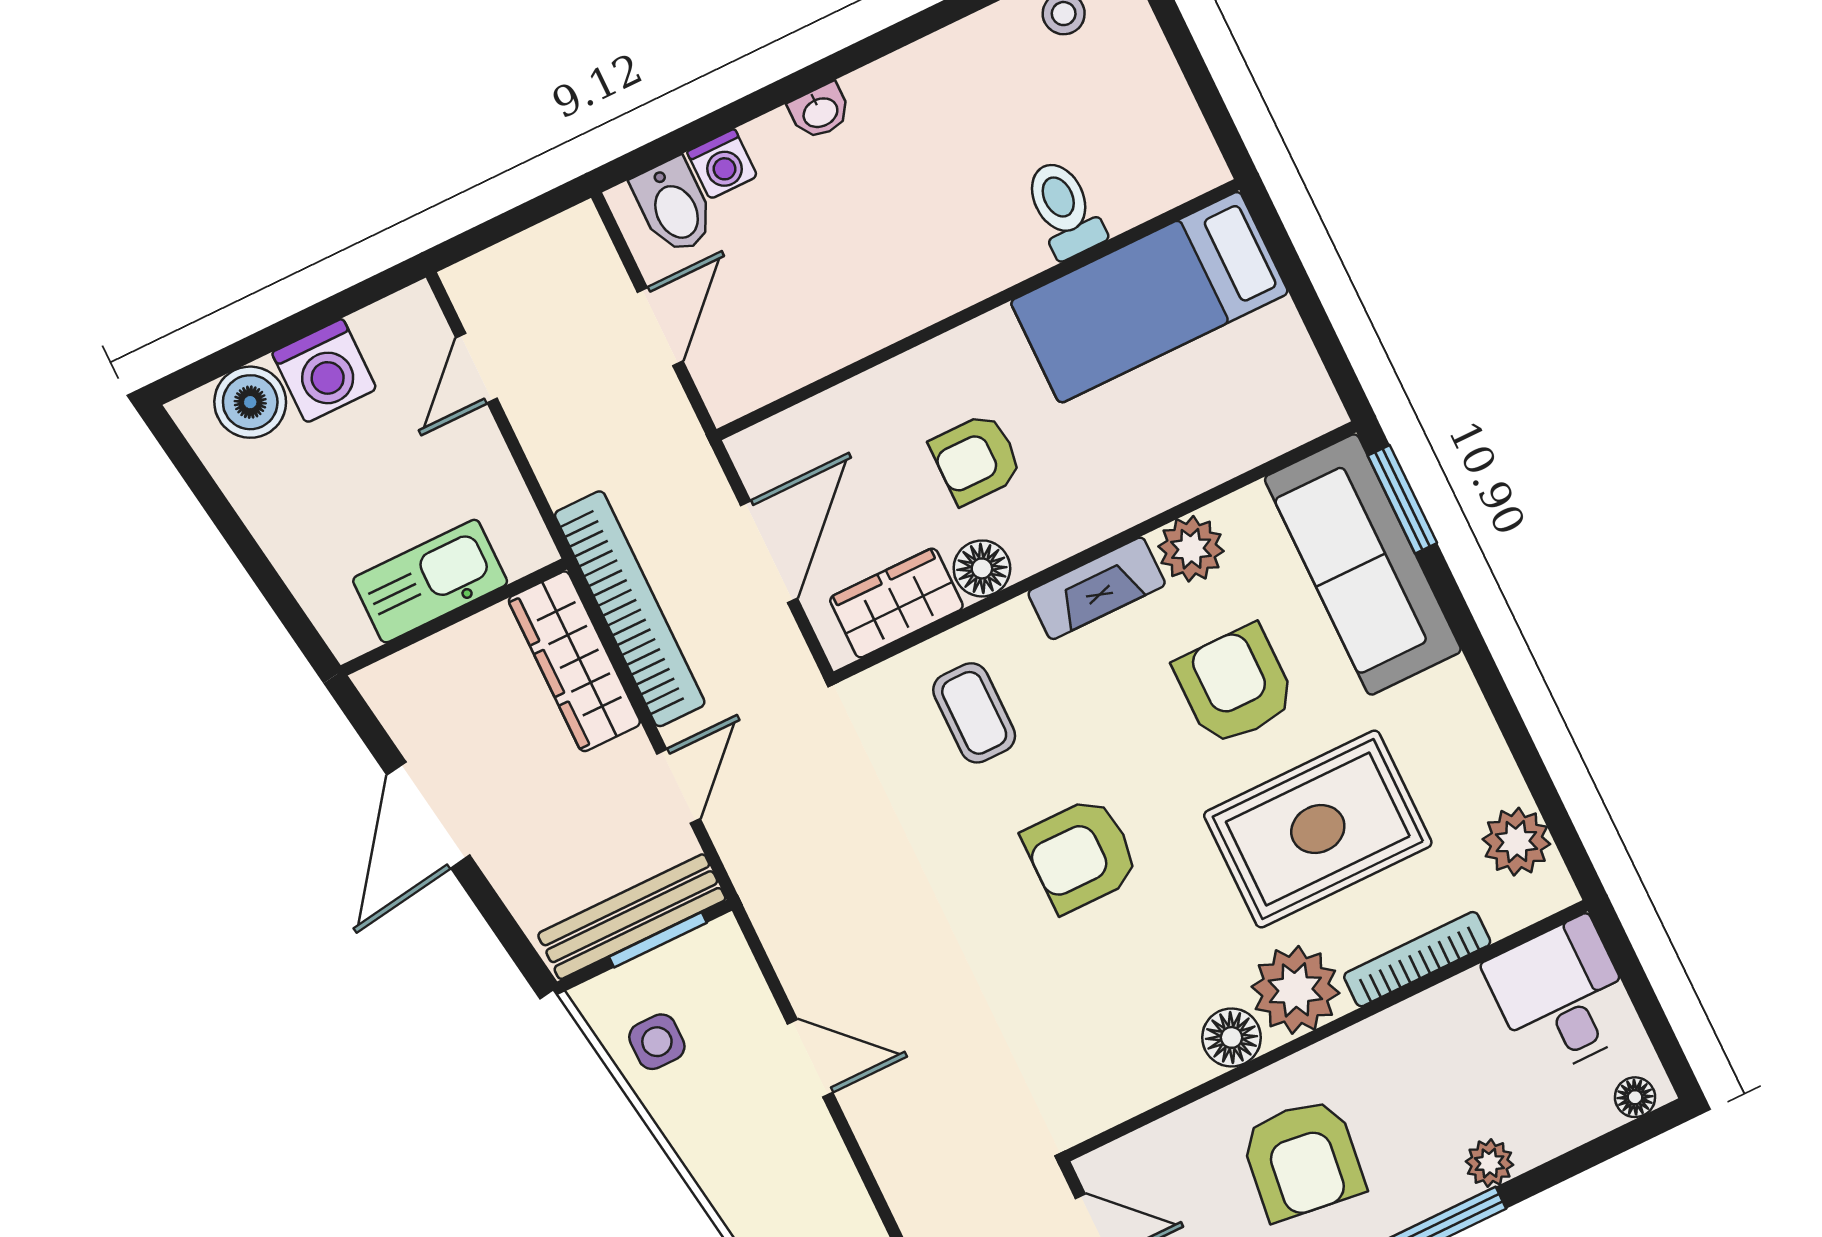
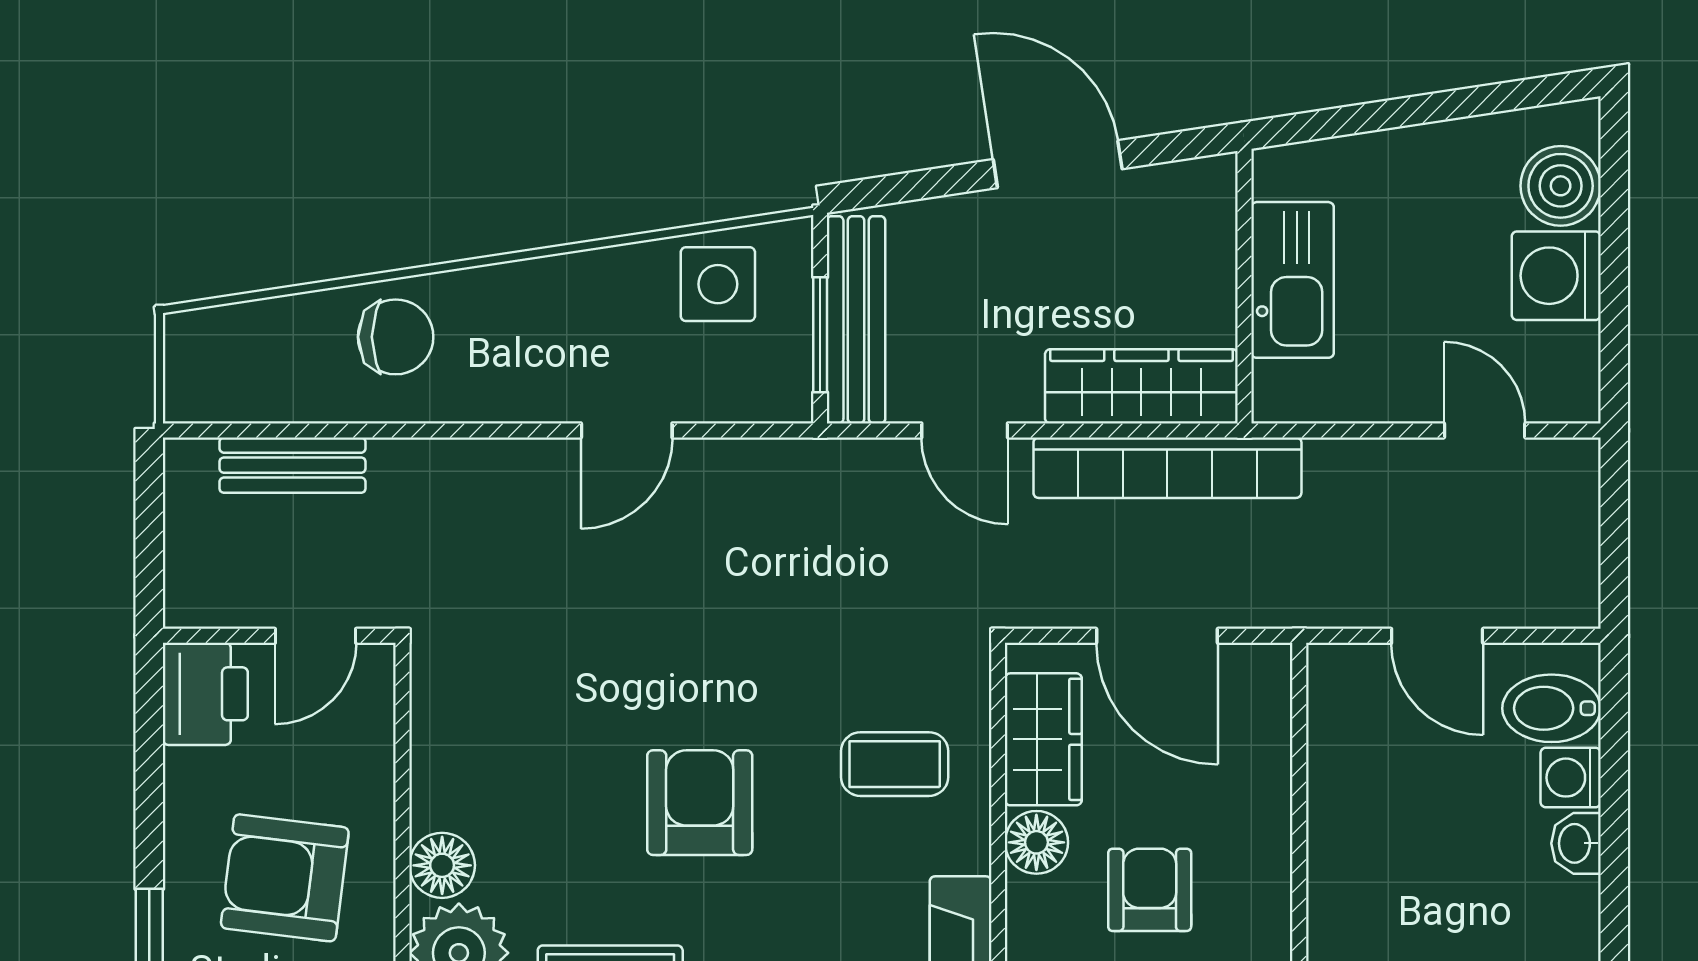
washbasin: (820, 112) -> (1576, 843), moved
side table: (657, 1042) -> (718, 284), width x1.37, depth x1.37

